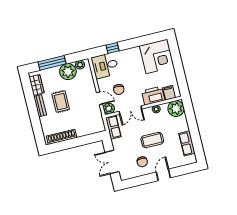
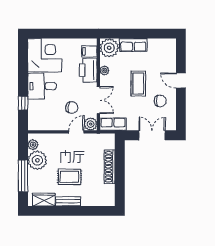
desk: (105, 66) -> (42, 86), moved, turned 90
shoe rack: (62, 137) -> (110, 167), moved
row of seats: (187, 143) -> (133, 45), moved
double door: (112, 162) -> (152, 135), swing flipped

